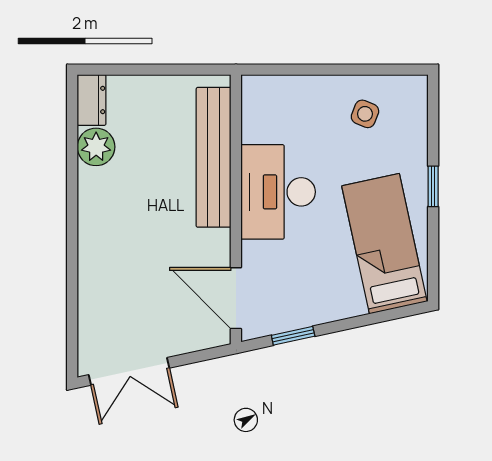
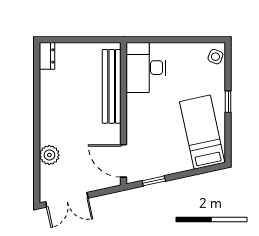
side table: (365, 114) -> (215, 57), moved
plant: (96, 147) -> (49, 155), moved
desk: (278, 192) -> (146, 68), moved

